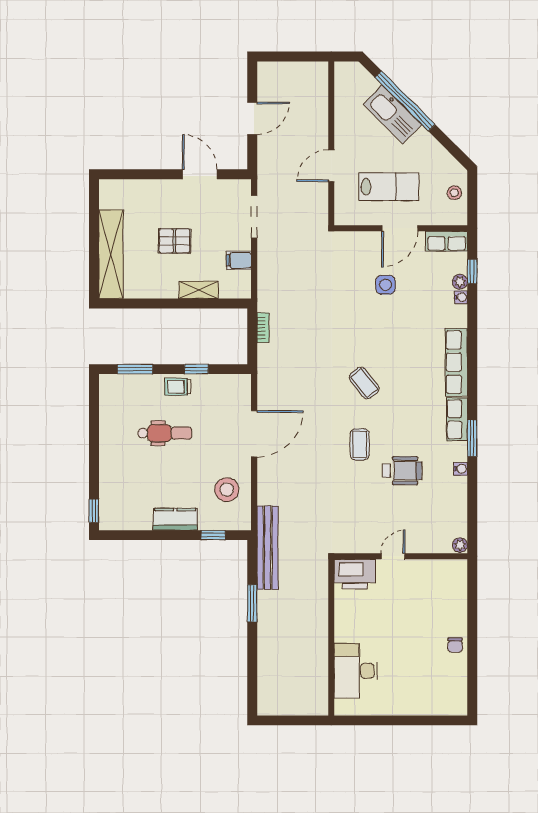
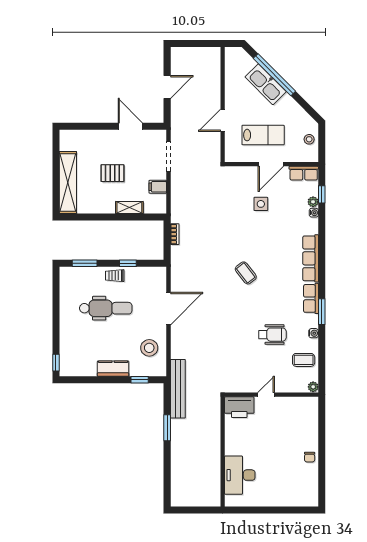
dental chair: (165, 433) -> (106, 308), width x1.36, depth x1.38
coffee table: (360, 444) -> (304, 360), moved, turned 90

